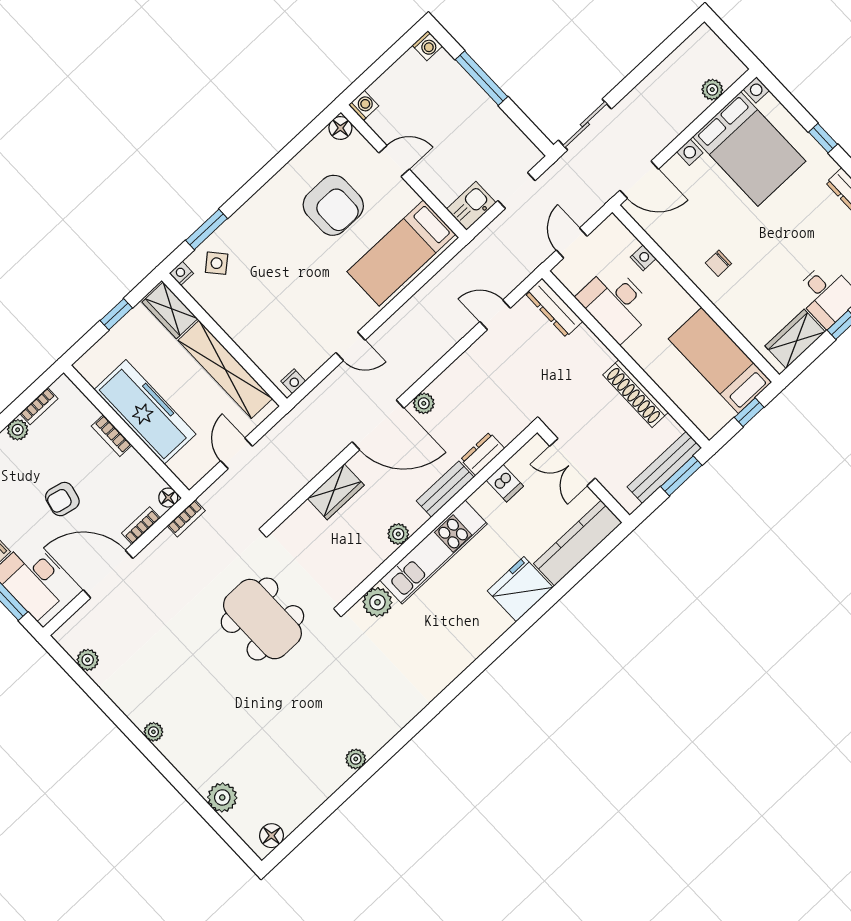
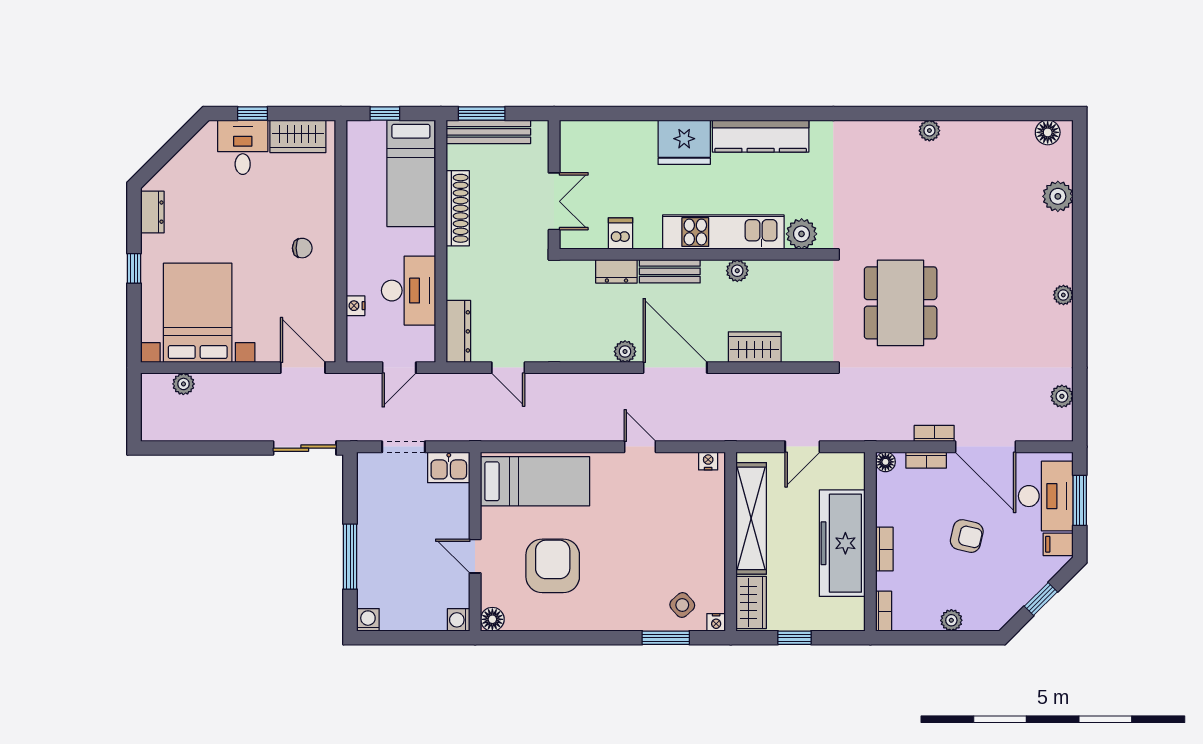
bed: (720, 360) -> (411, 173), moved
bookcase: (39, 406) -> (884, 611), moved, turned 90
bookcase: (186, 518) -> (934, 433), moved
kitchen counter: (578, 543) -> (761, 136), moved

